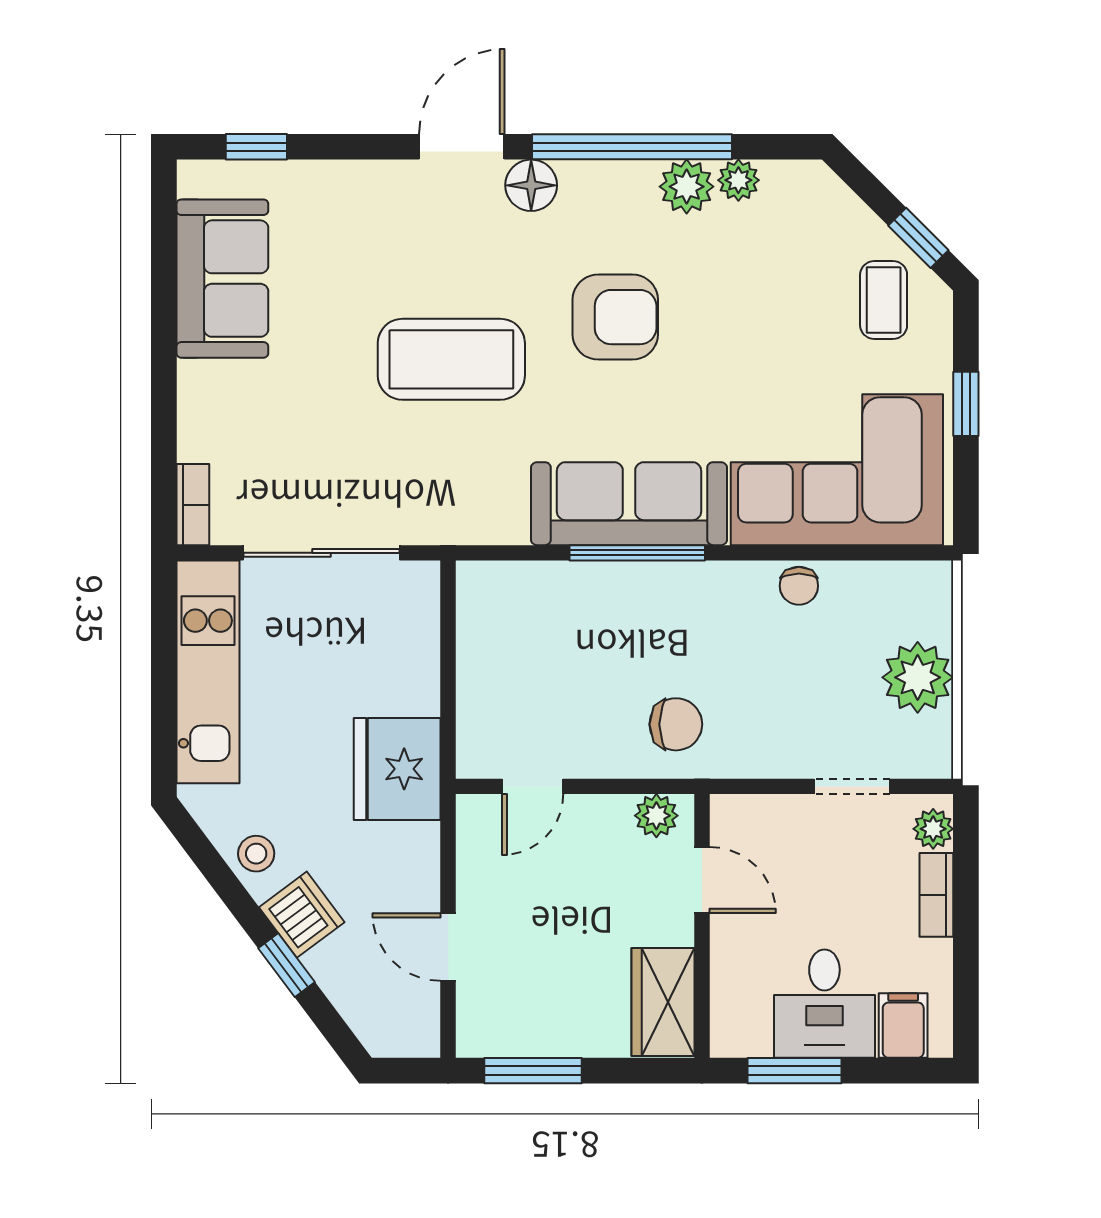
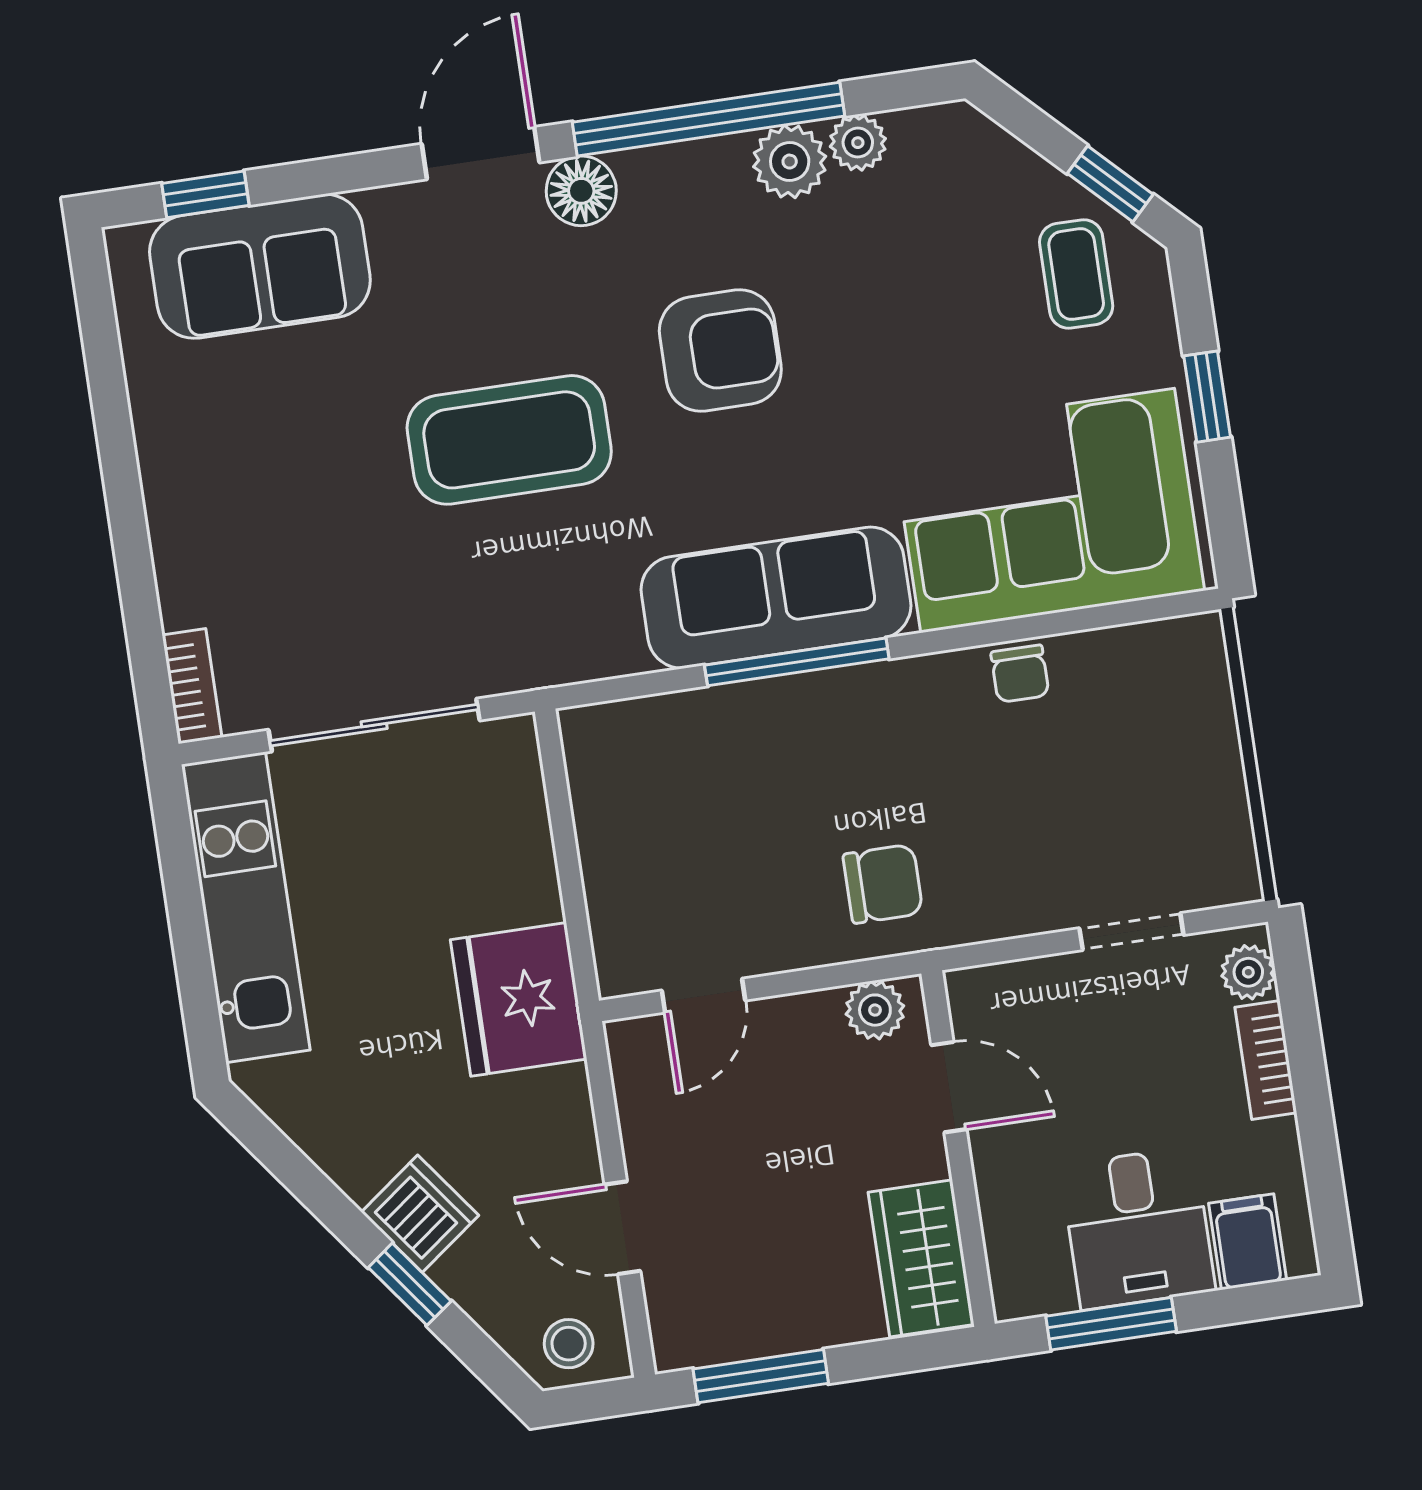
sofa: (222, 279) -> (260, 266), moved, turned 90
plant: (918, 677) -> (1197, 773), removed
stool: (256, 854) -> (569, 1344), moved

